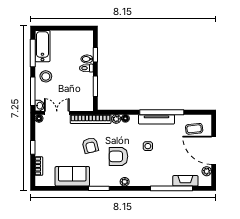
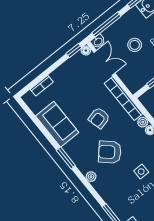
stool: (46, 76) -> (135, 45), moved
window: (33, 147) -> (74, 51), moved
armchair: (118, 156) -> (110, 152), turned -48

